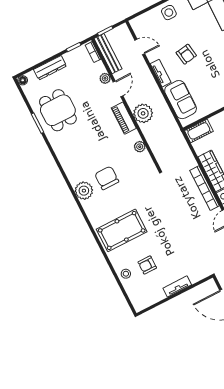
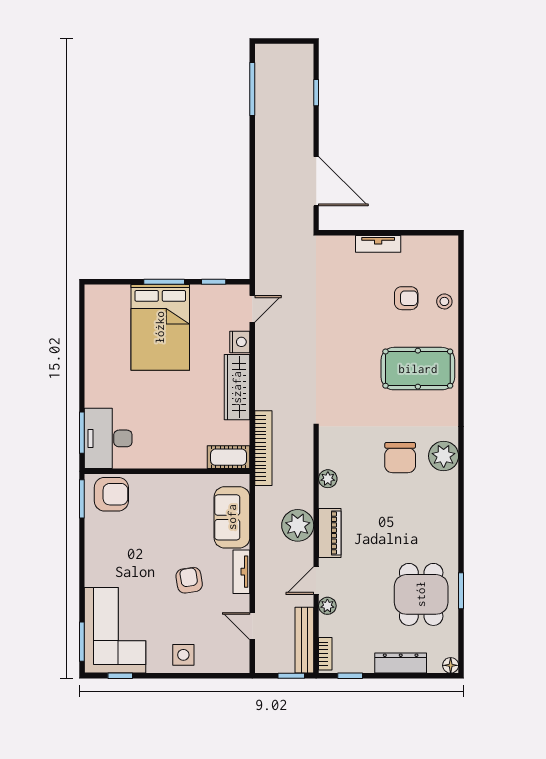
bookcase: (205, 188) -> (263, 448), moved

